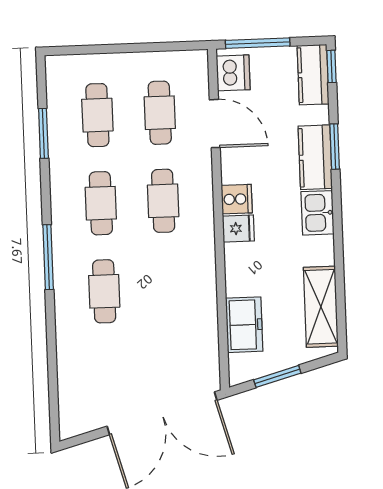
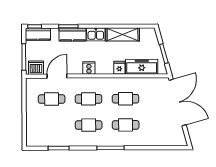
cafe table: (97, 115) -> (126, 99), moved
fridge: (238, 228) -> (119, 68), moved
shelving: (321, 307) -> (123, 34), moved
freezer: (244, 325) -> (142, 67), width x1.40

